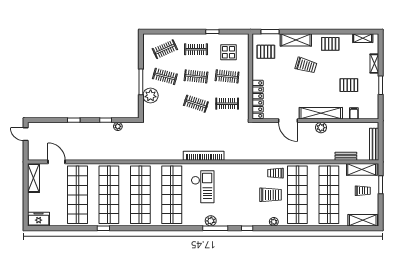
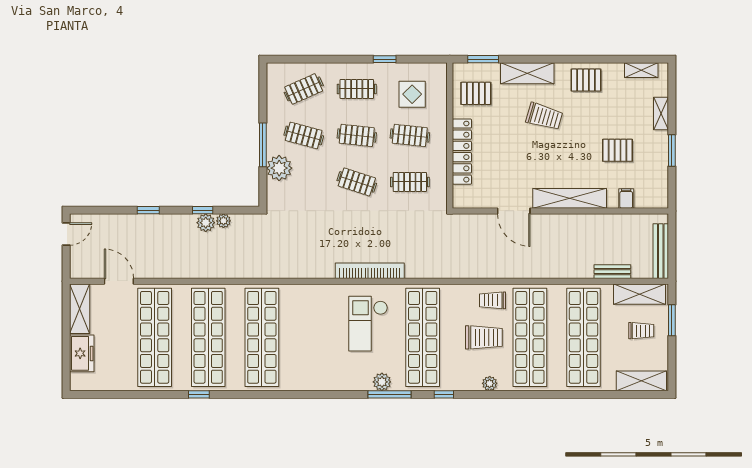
locker: (258, 99) -> (462, 152), moved
plant: (321, 128) -> (206, 223), moved
door: (26, 134) -> (66, 234), swing flipped
checkout: (203, 187) -> (368, 324), turned 180
shop shelf: (172, 195) -> (423, 337), moved
freezer: (39, 219) -> (82, 353), moved, turned 90

